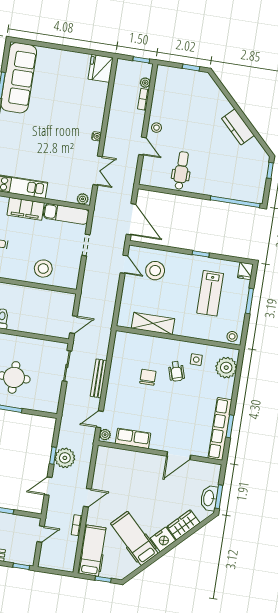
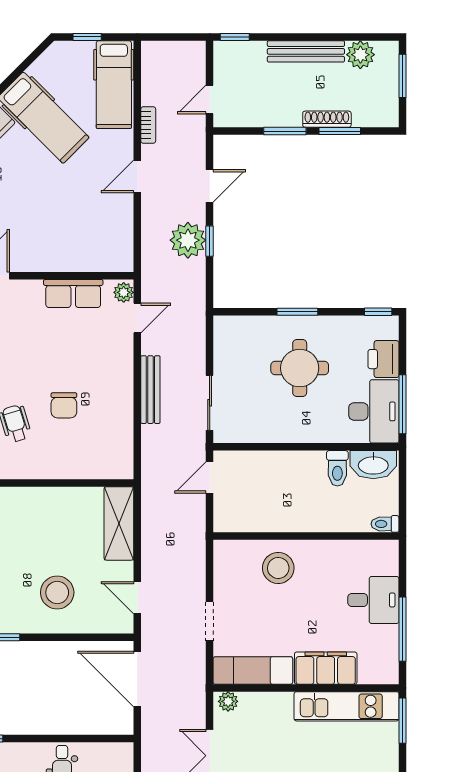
stool: (155, 271) -> (57, 592), moved
shelving: (153, 324) -> (119, 523), moved, turned 90

